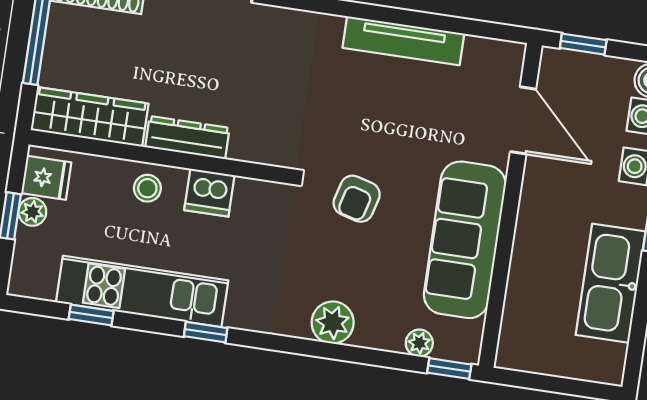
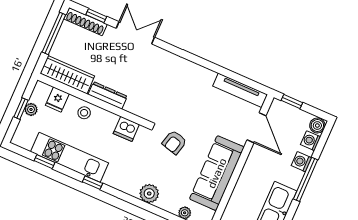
tv unit: (403, 41) -> (240, 90), moved
fridge: (46, 178) -> (57, 99), moved, turned 90
dishwasher: (209, 193) -> (126, 129), moved

